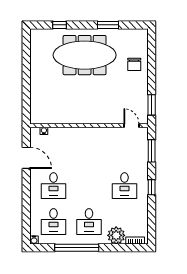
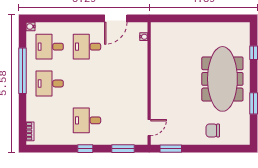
plant: (116, 235) -> (35, 112), removed

